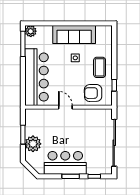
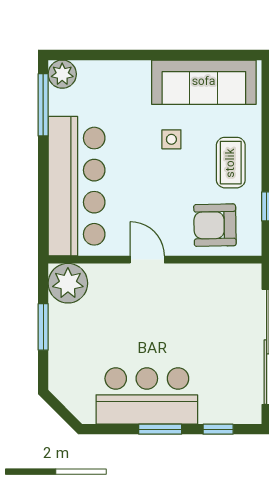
sofa: (74, 35) -> (204, 82), moved
plant: (33, 144) -> (68, 283), moved

